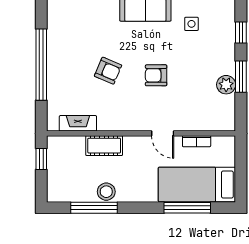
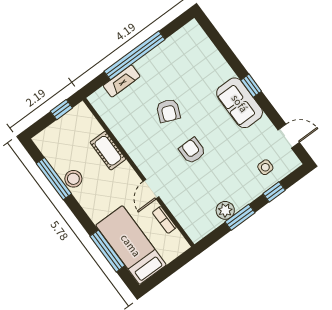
side table: (191, 24) -> (265, 167), moved
fireplace: (78, 123) -> (122, 81), moved, turned 90

